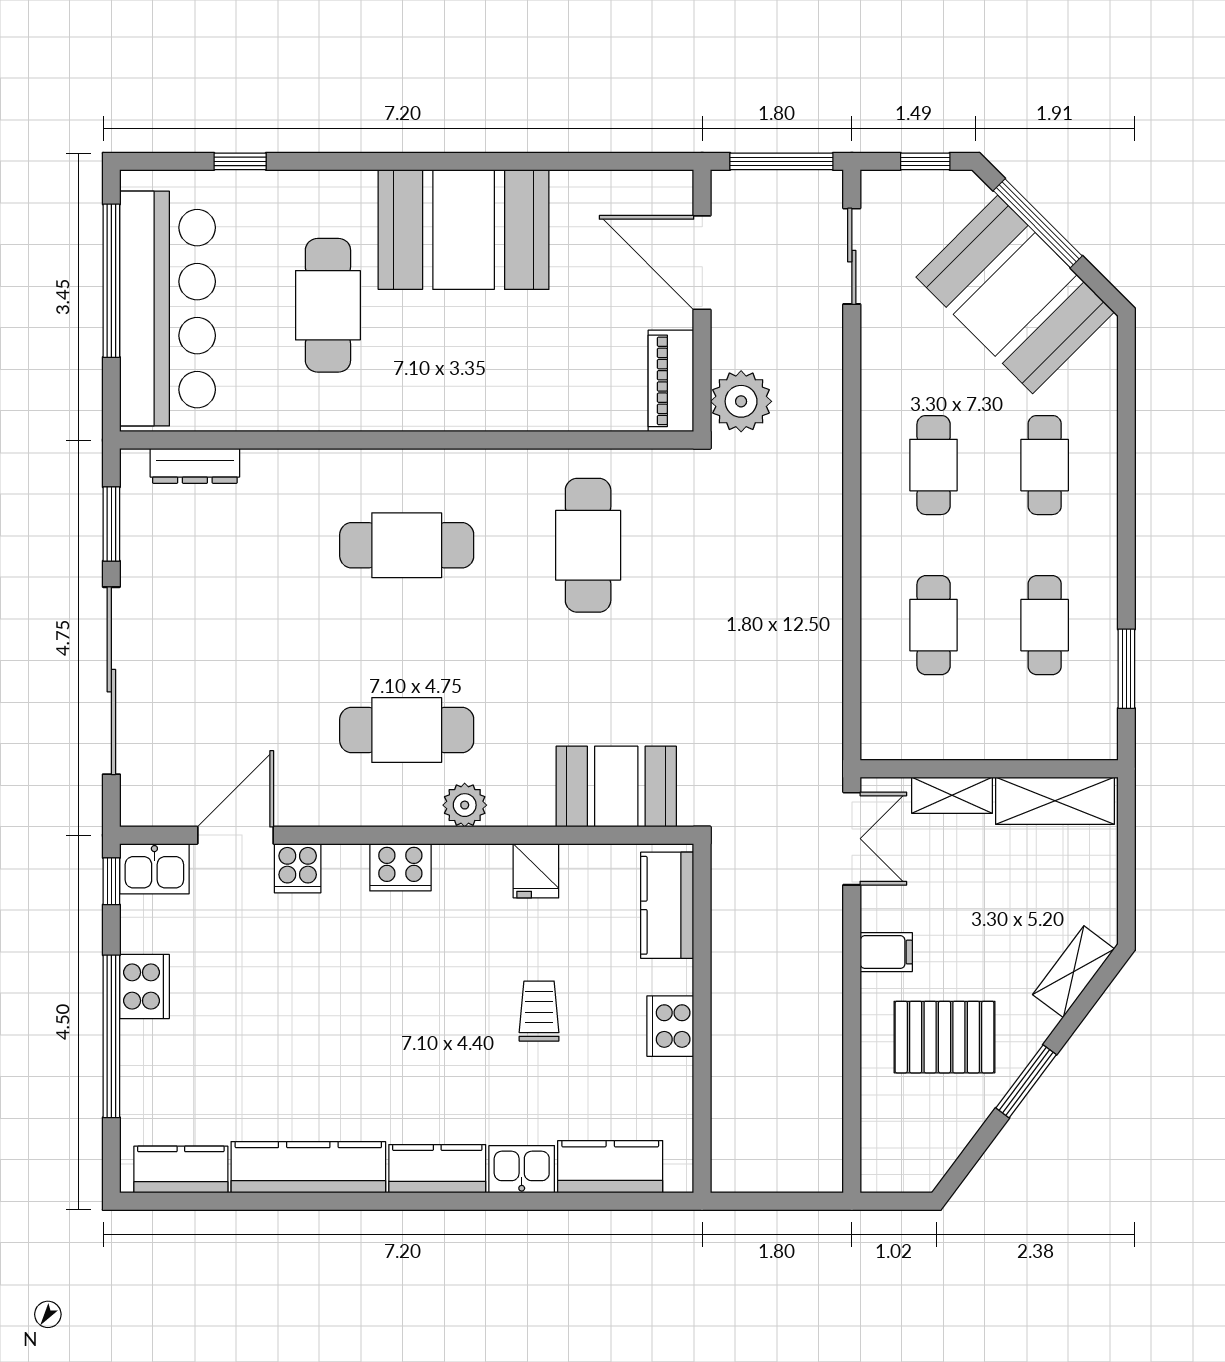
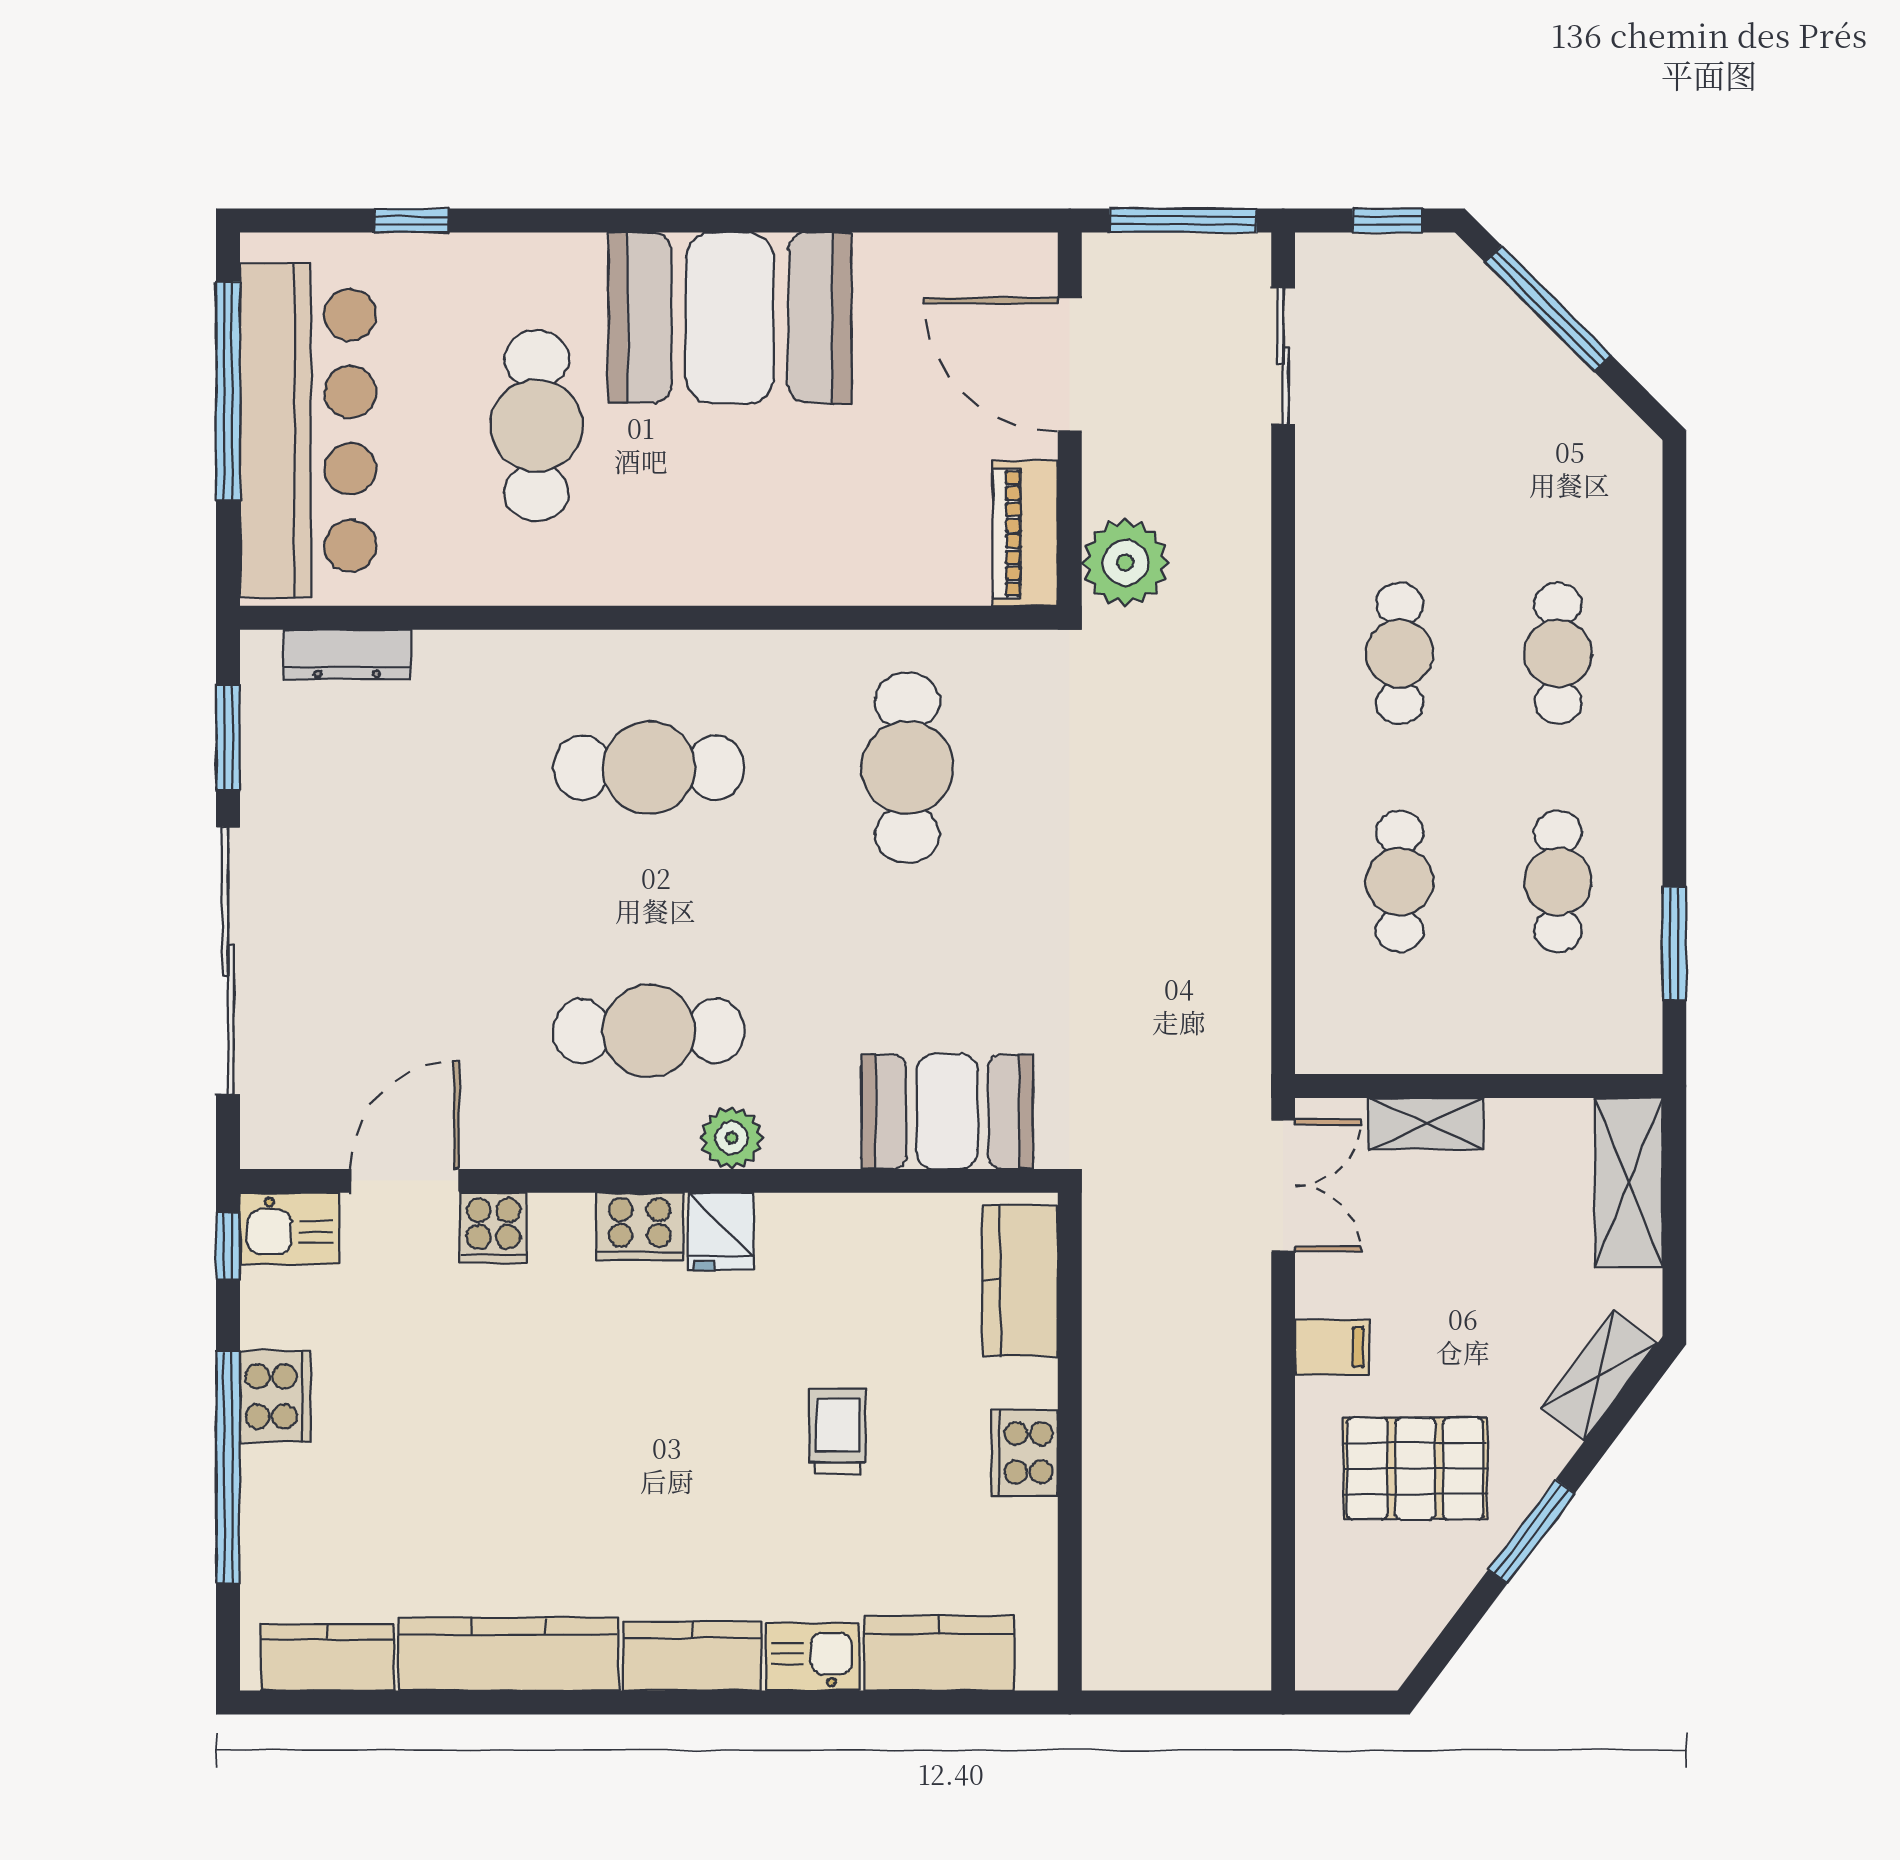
booth: (1015, 294) -> (1516, 410), removed
shelving: (1055, 801) -> (1629, 1182), moved, turned 90
fridge: (536, 871) -> (721, 1231), moved

